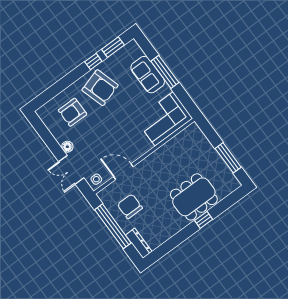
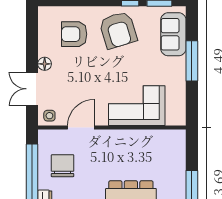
sofa: (148, 75) -> (173, 34), moved
corner sofa: (164, 119) -> (137, 106), moved
door: (123, 172) -> (81, 128), hinge flipped

